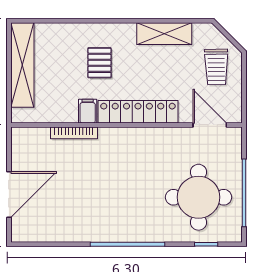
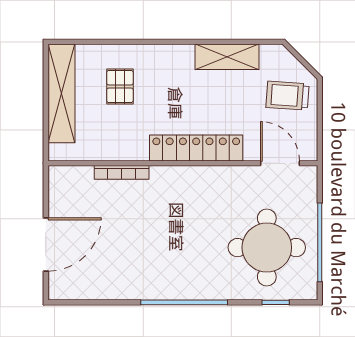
pallet: (99, 63) -> (120, 86), moved
trolley: (216, 67) -> (287, 96), turned 95
filing cabinet: (88, 111) -> (137, 147), removed

